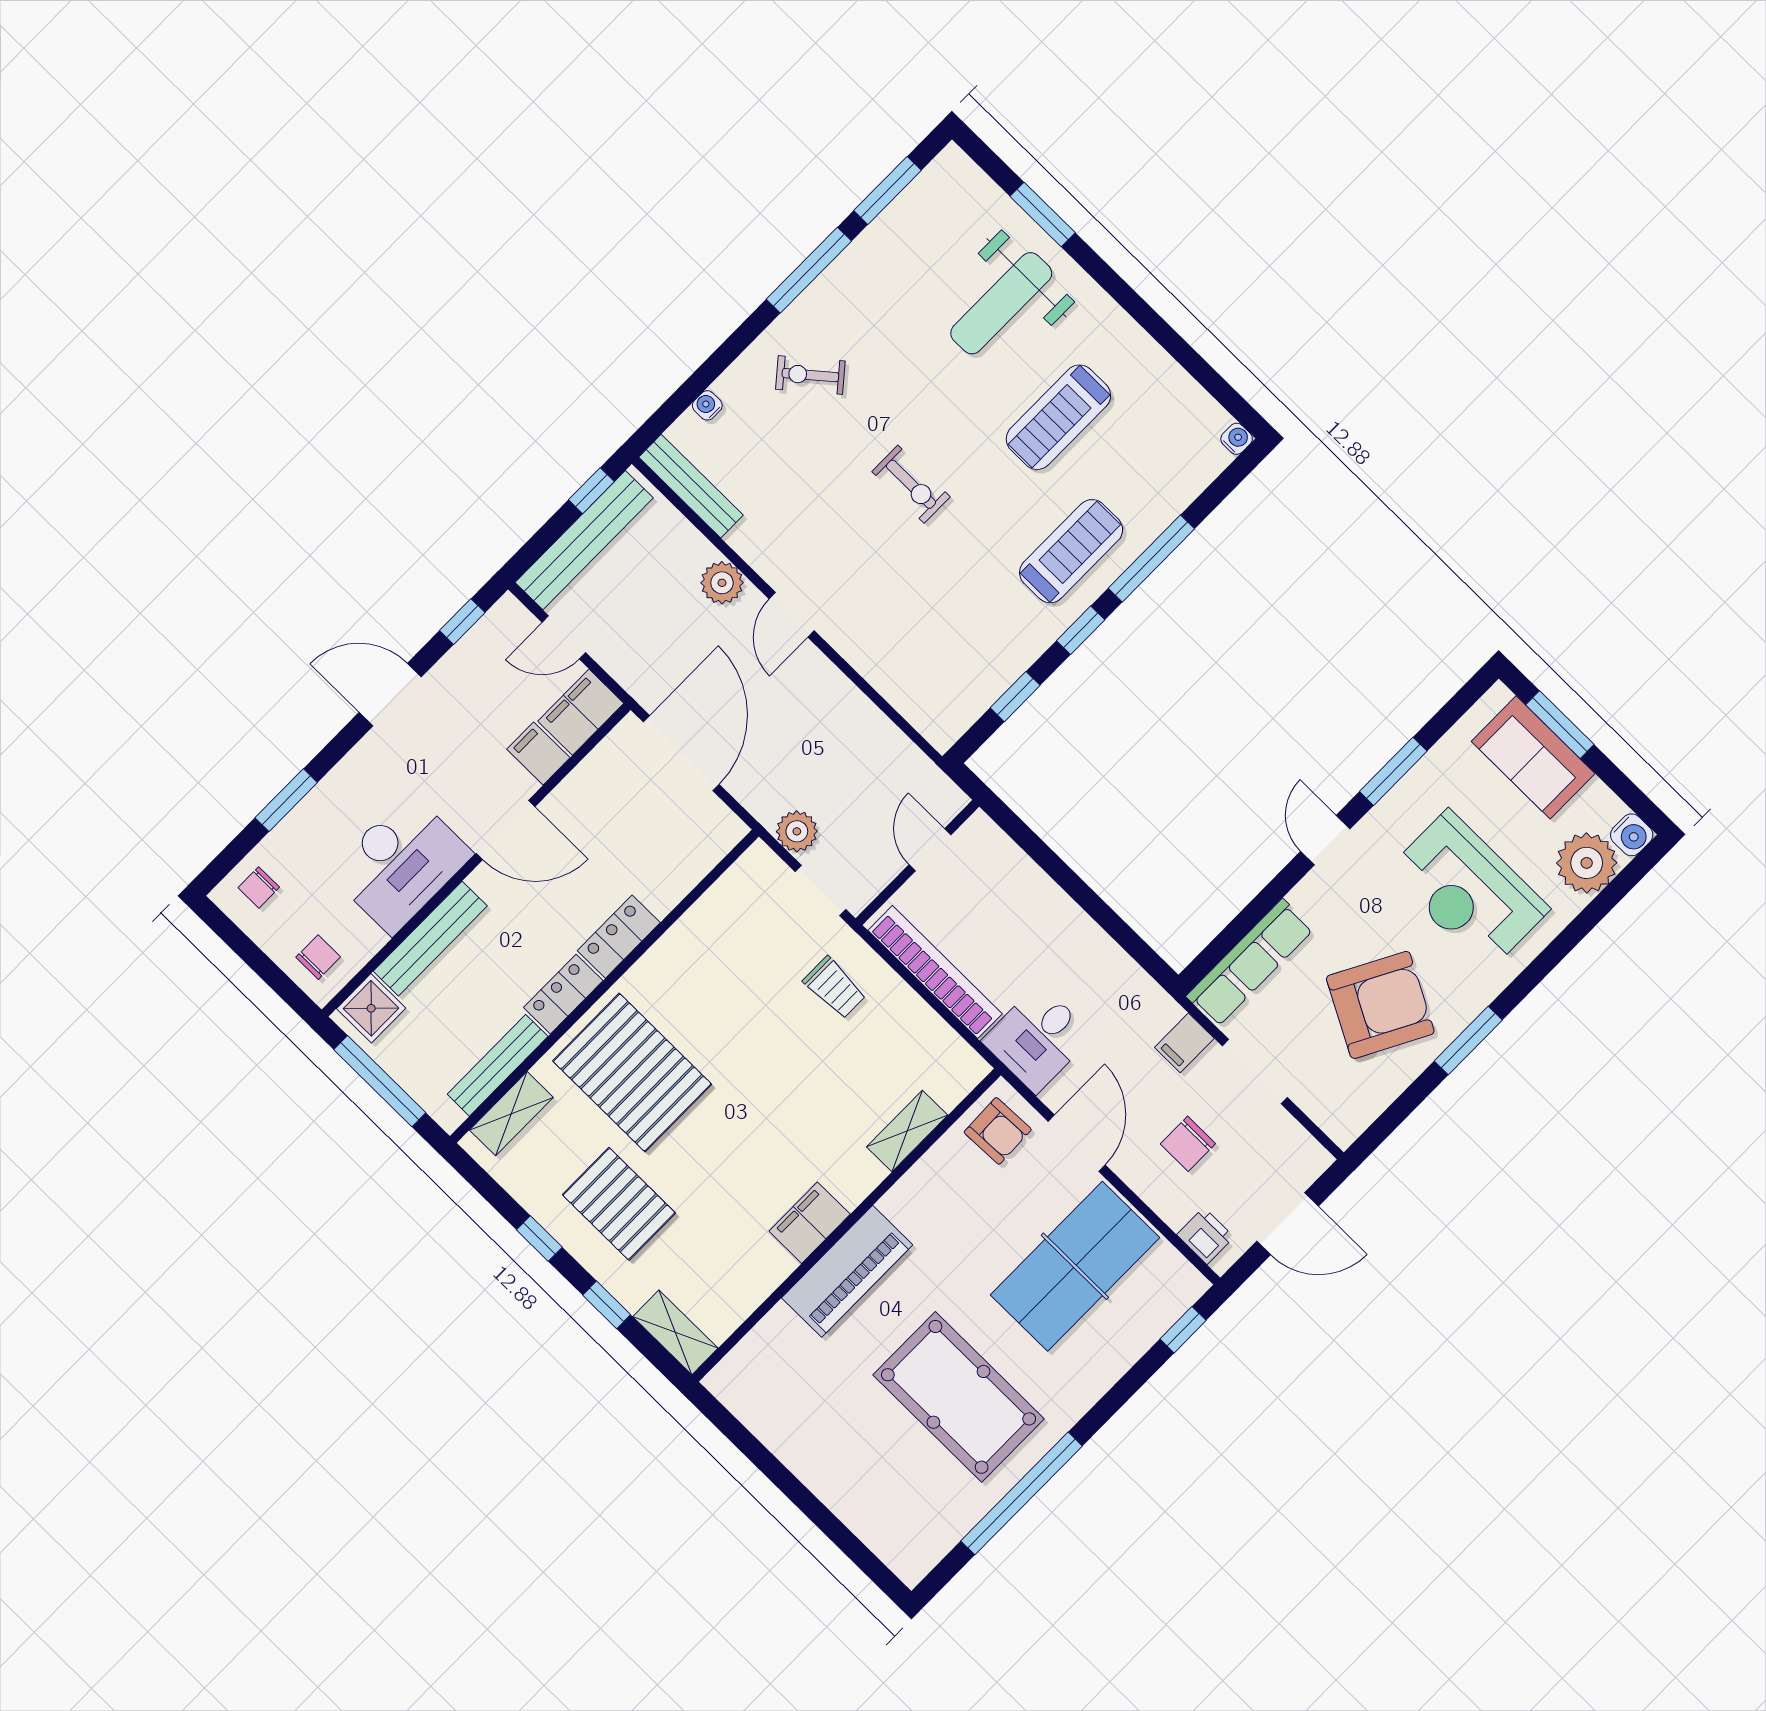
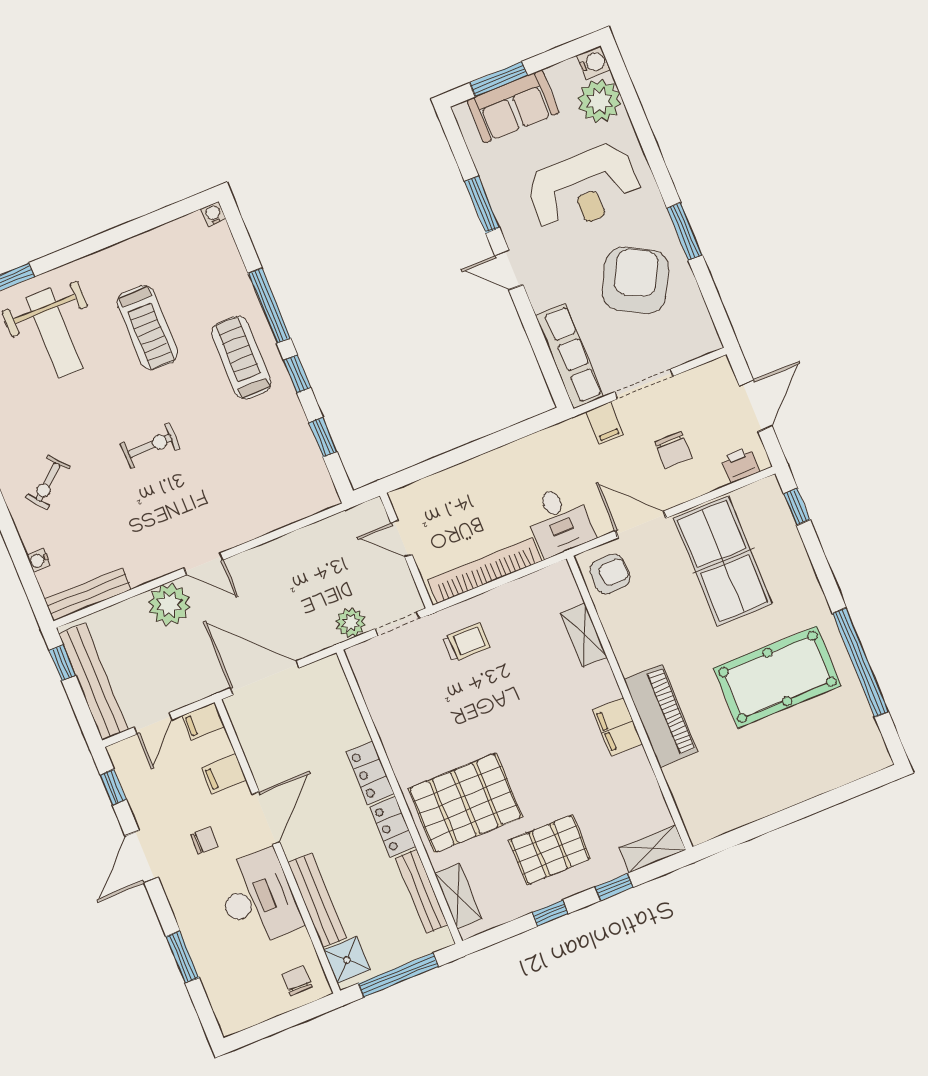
plant: (722, 583) -> (169, 605), width x1.36, depth x1.36
filing cabinet: (581, 712) -> (203, 721), width x0.50
chair: (259, 887) -> (204, 840), moved, turned -90

